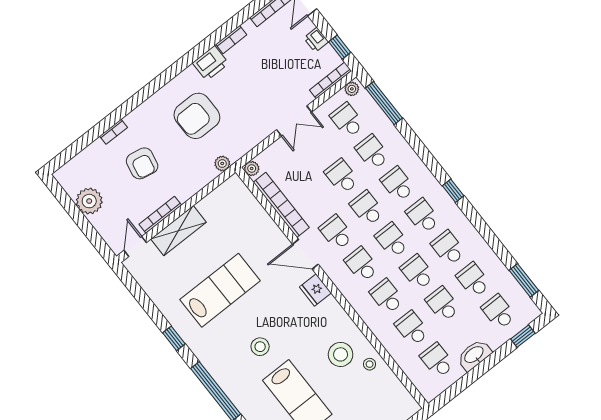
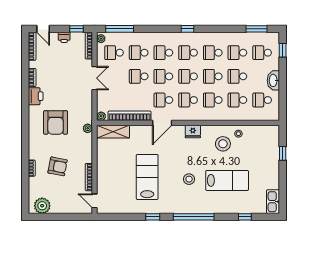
plant: (89, 201) -> (42, 206), moved
shelving: (179, 231) -> (113, 132), moved, turned 90
fridge: (315, 290) -> (193, 131), moved

